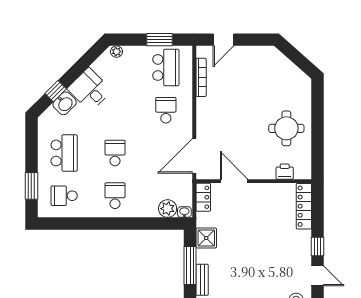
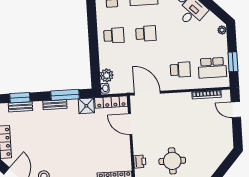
door: (234, 181) -> (130, 124), swing flipped
locker: (203, 197) -> (111, 102), width x1.53

